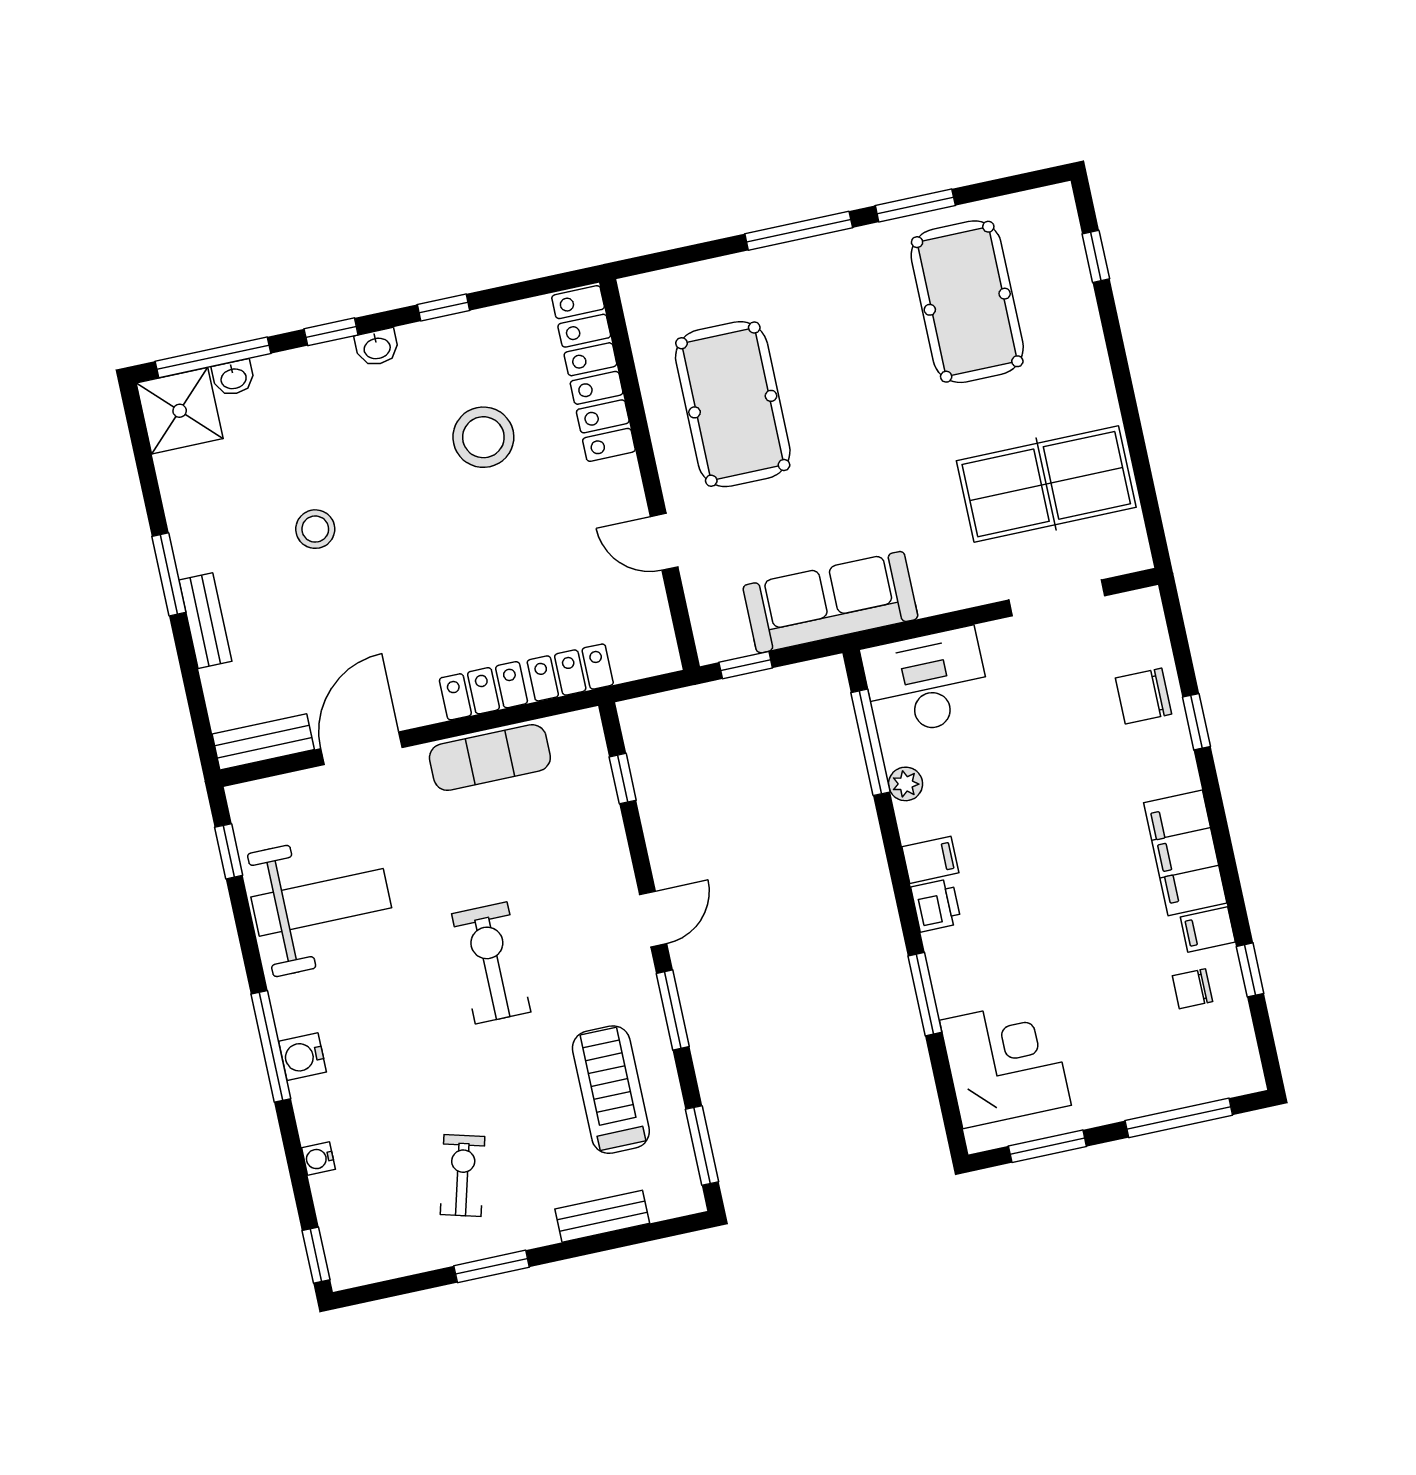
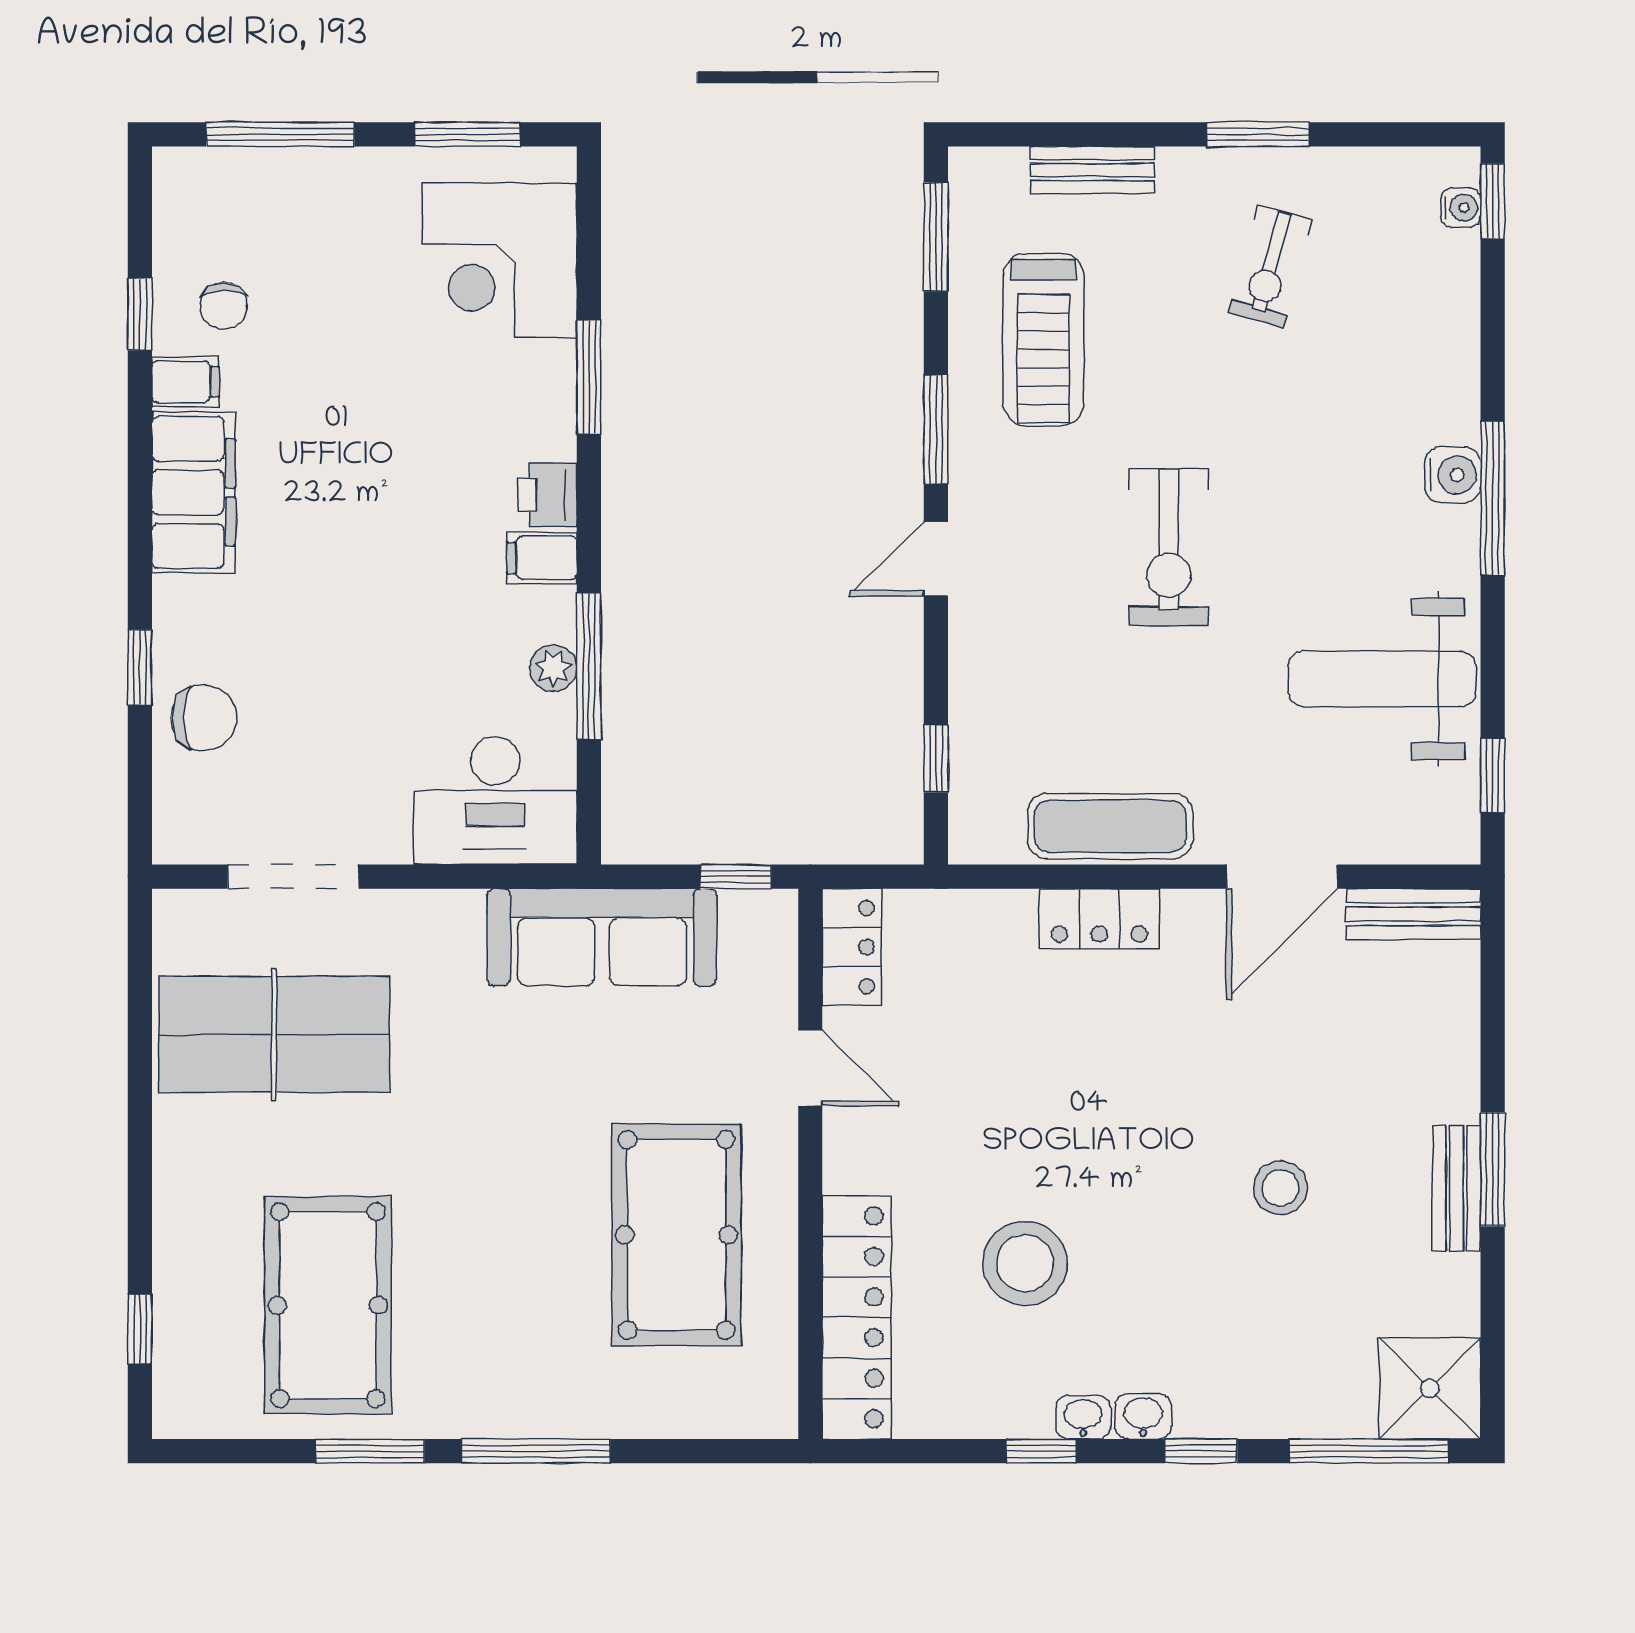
washbasin: (233, 378) -> (1083, 1417), moved
bench: (205, 621) -> (1457, 1188), moved
locker: (570, 672) -> (852, 947), moved, turned -90
window: (870, 742) -> (589, 666), moved
chair: (1192, 989) -> (224, 306), turned 90
water cooler: (319, 1159) -> (1461, 208), moved

